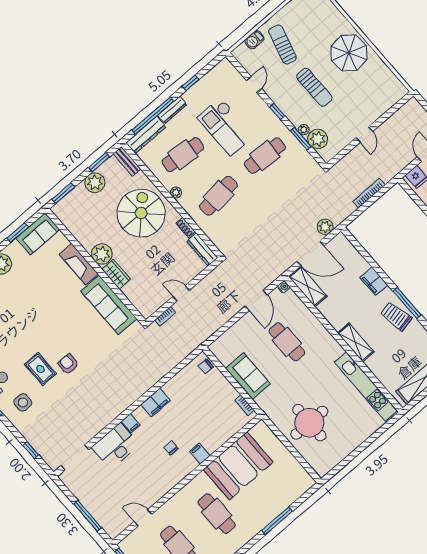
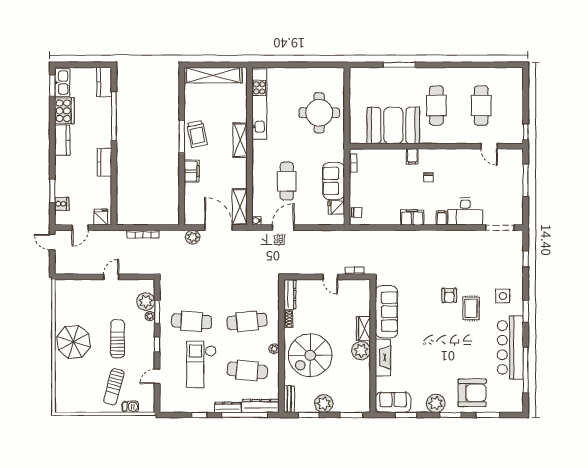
checkout: (226, 127) -> (201, 364), turned 180
fridge: (226, 356) -> (336, 207), added

